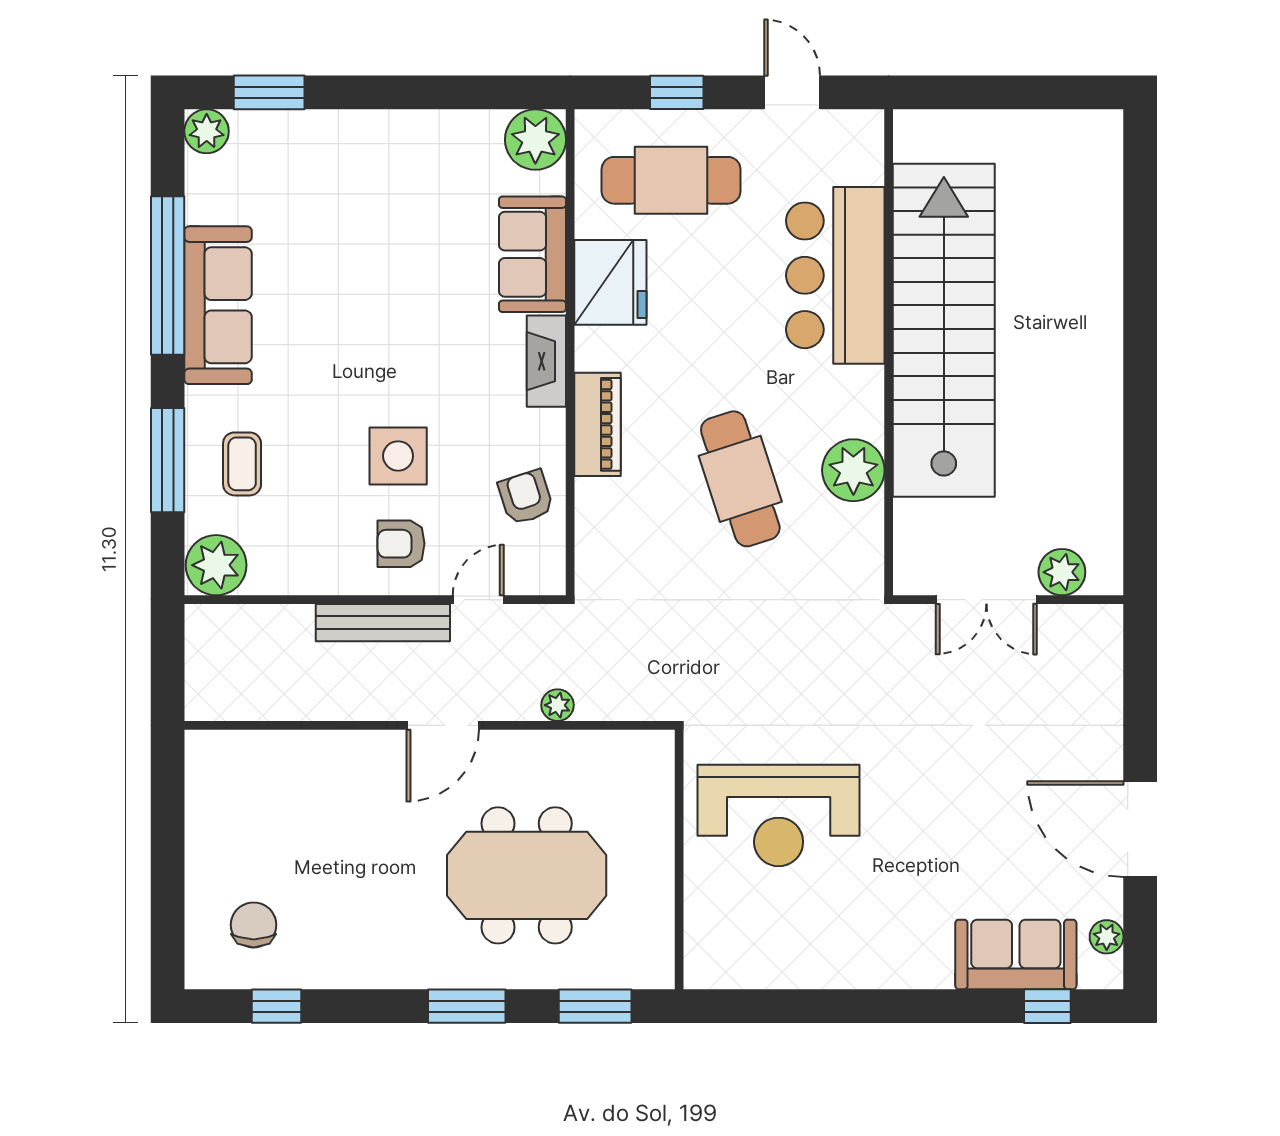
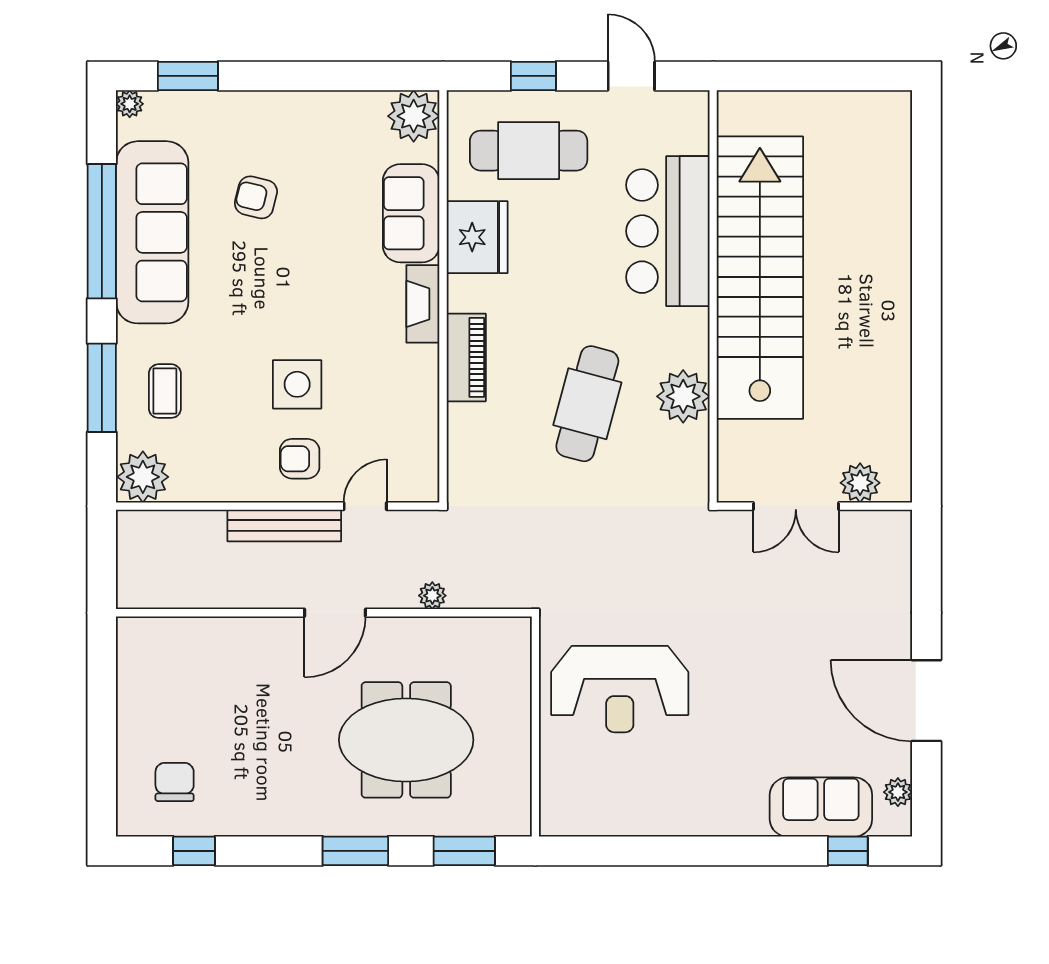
plant: (207, 131) -> (130, 104), width x0.73, depth x0.73
sofa: (218, 305) -> (152, 232), width x1.36, depth x1.27
cafe table: (740, 479) -> (587, 404), turned 33
armchair: (526, 497) -> (256, 197), moved, turned -58

